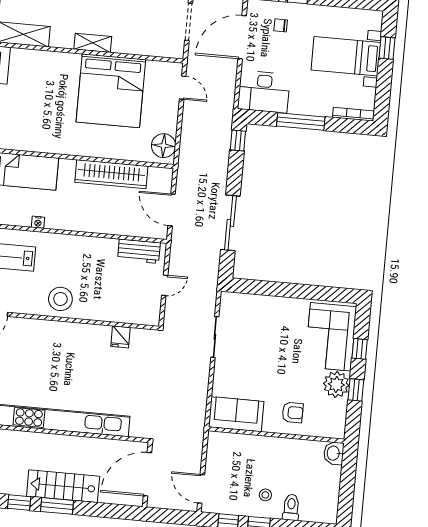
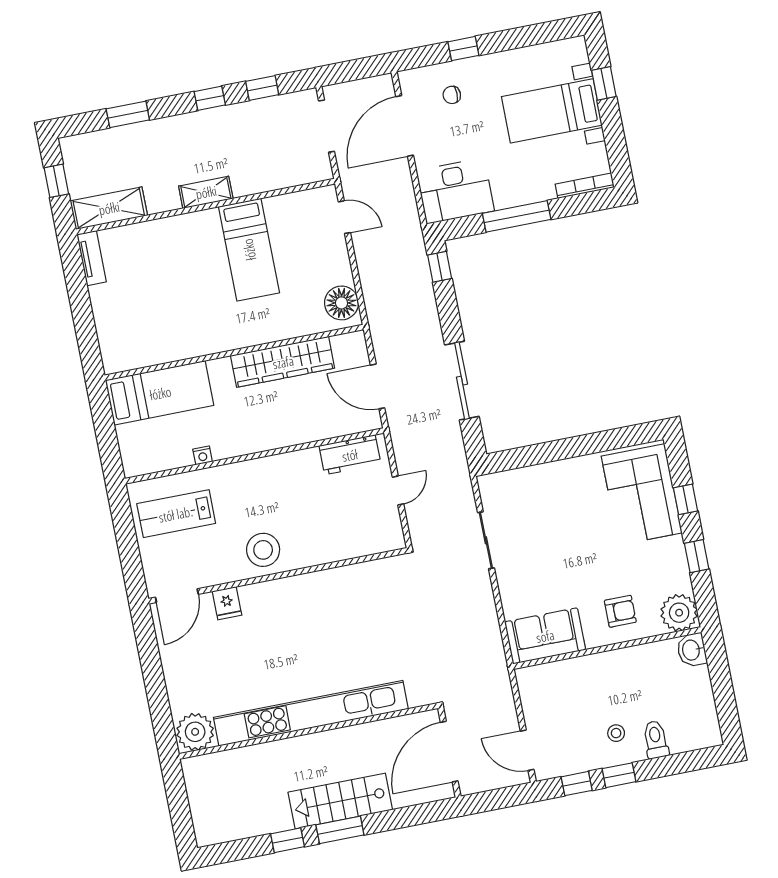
bed: (111, 91) -> (249, 250), width x0.49
fridge: (121, 337) -> (227, 603), moved
plant: (336, 384) -> (679, 613), moved

